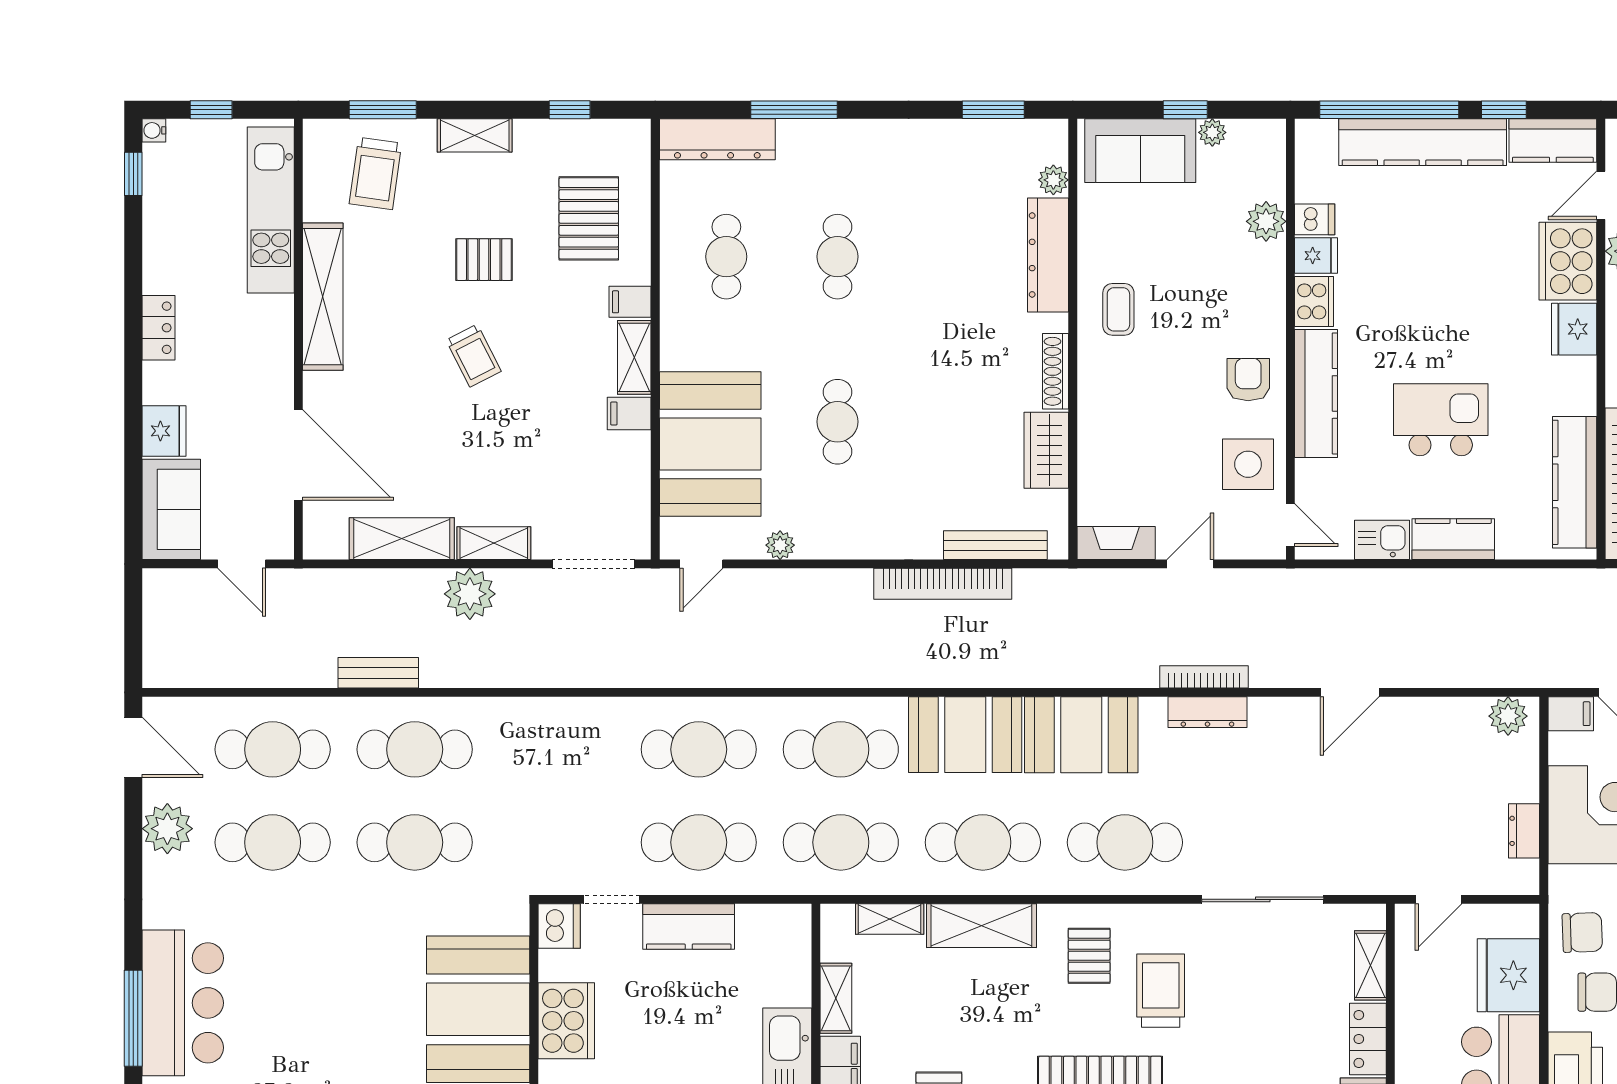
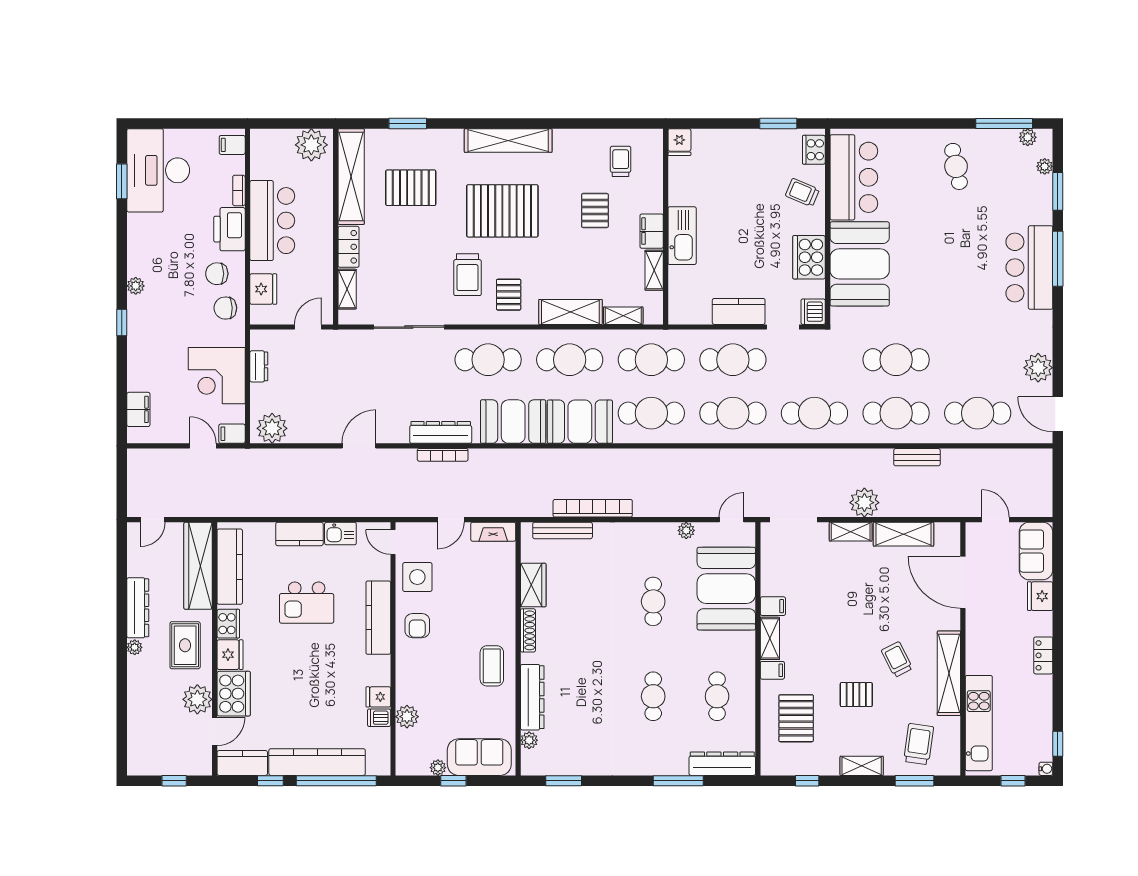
cooker: (1314, 301) -> (228, 624), moved, turned 180
coffee table: (1118, 309) -> (492, 666), width x1.36, depth x1.30
trolley: (474, 356) -> (897, 659), moved
dresser: (1207, 712) -> (441, 432), width x1.37, depth x1.24
plant: (1508, 716) -> (272, 428), width x1.36, depth x1.36
cafe table: (273, 842) -> (814, 413), moved
fridge: (1508, 975) -> (263, 289), width x0.73, depth x0.75

